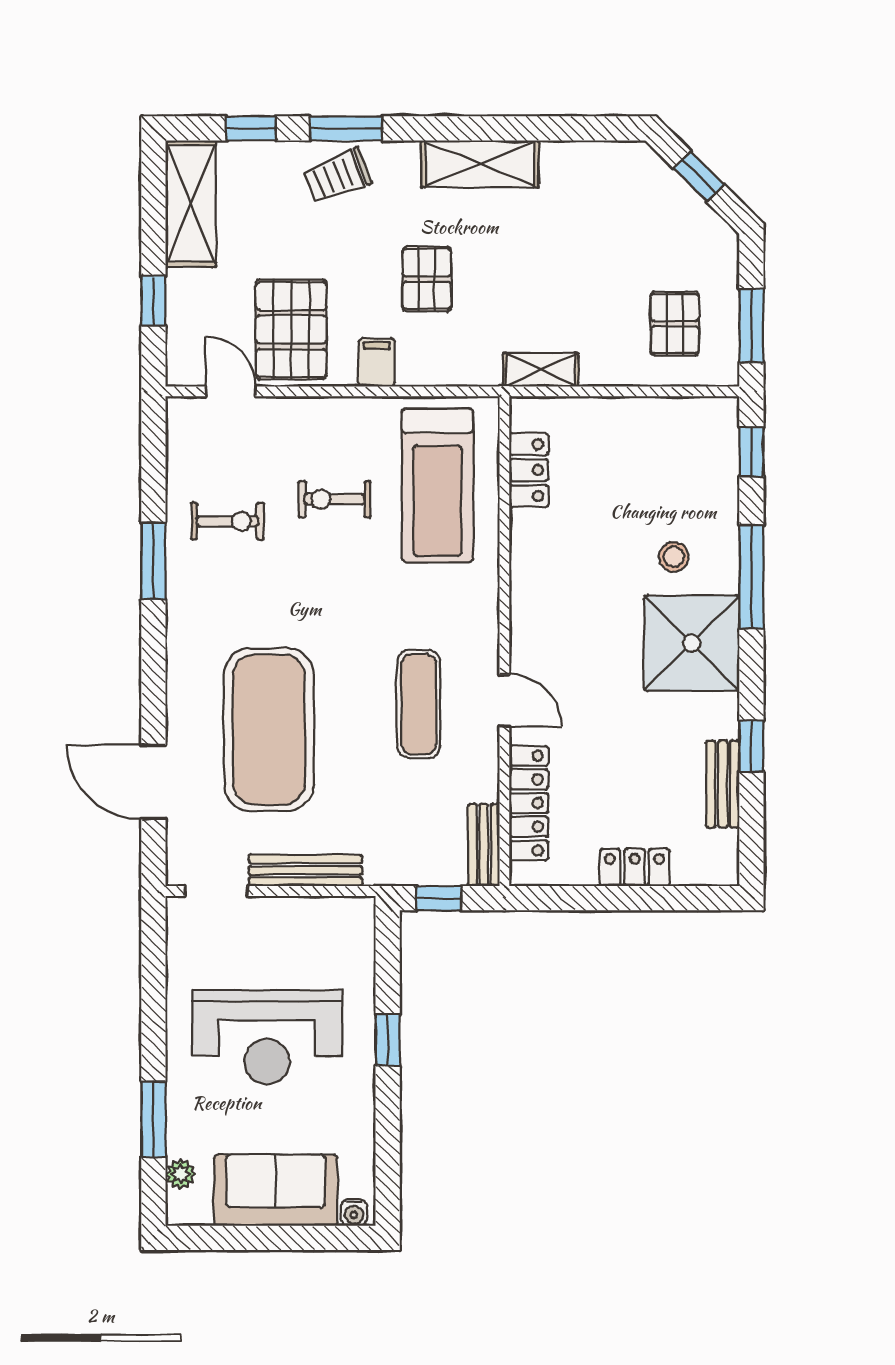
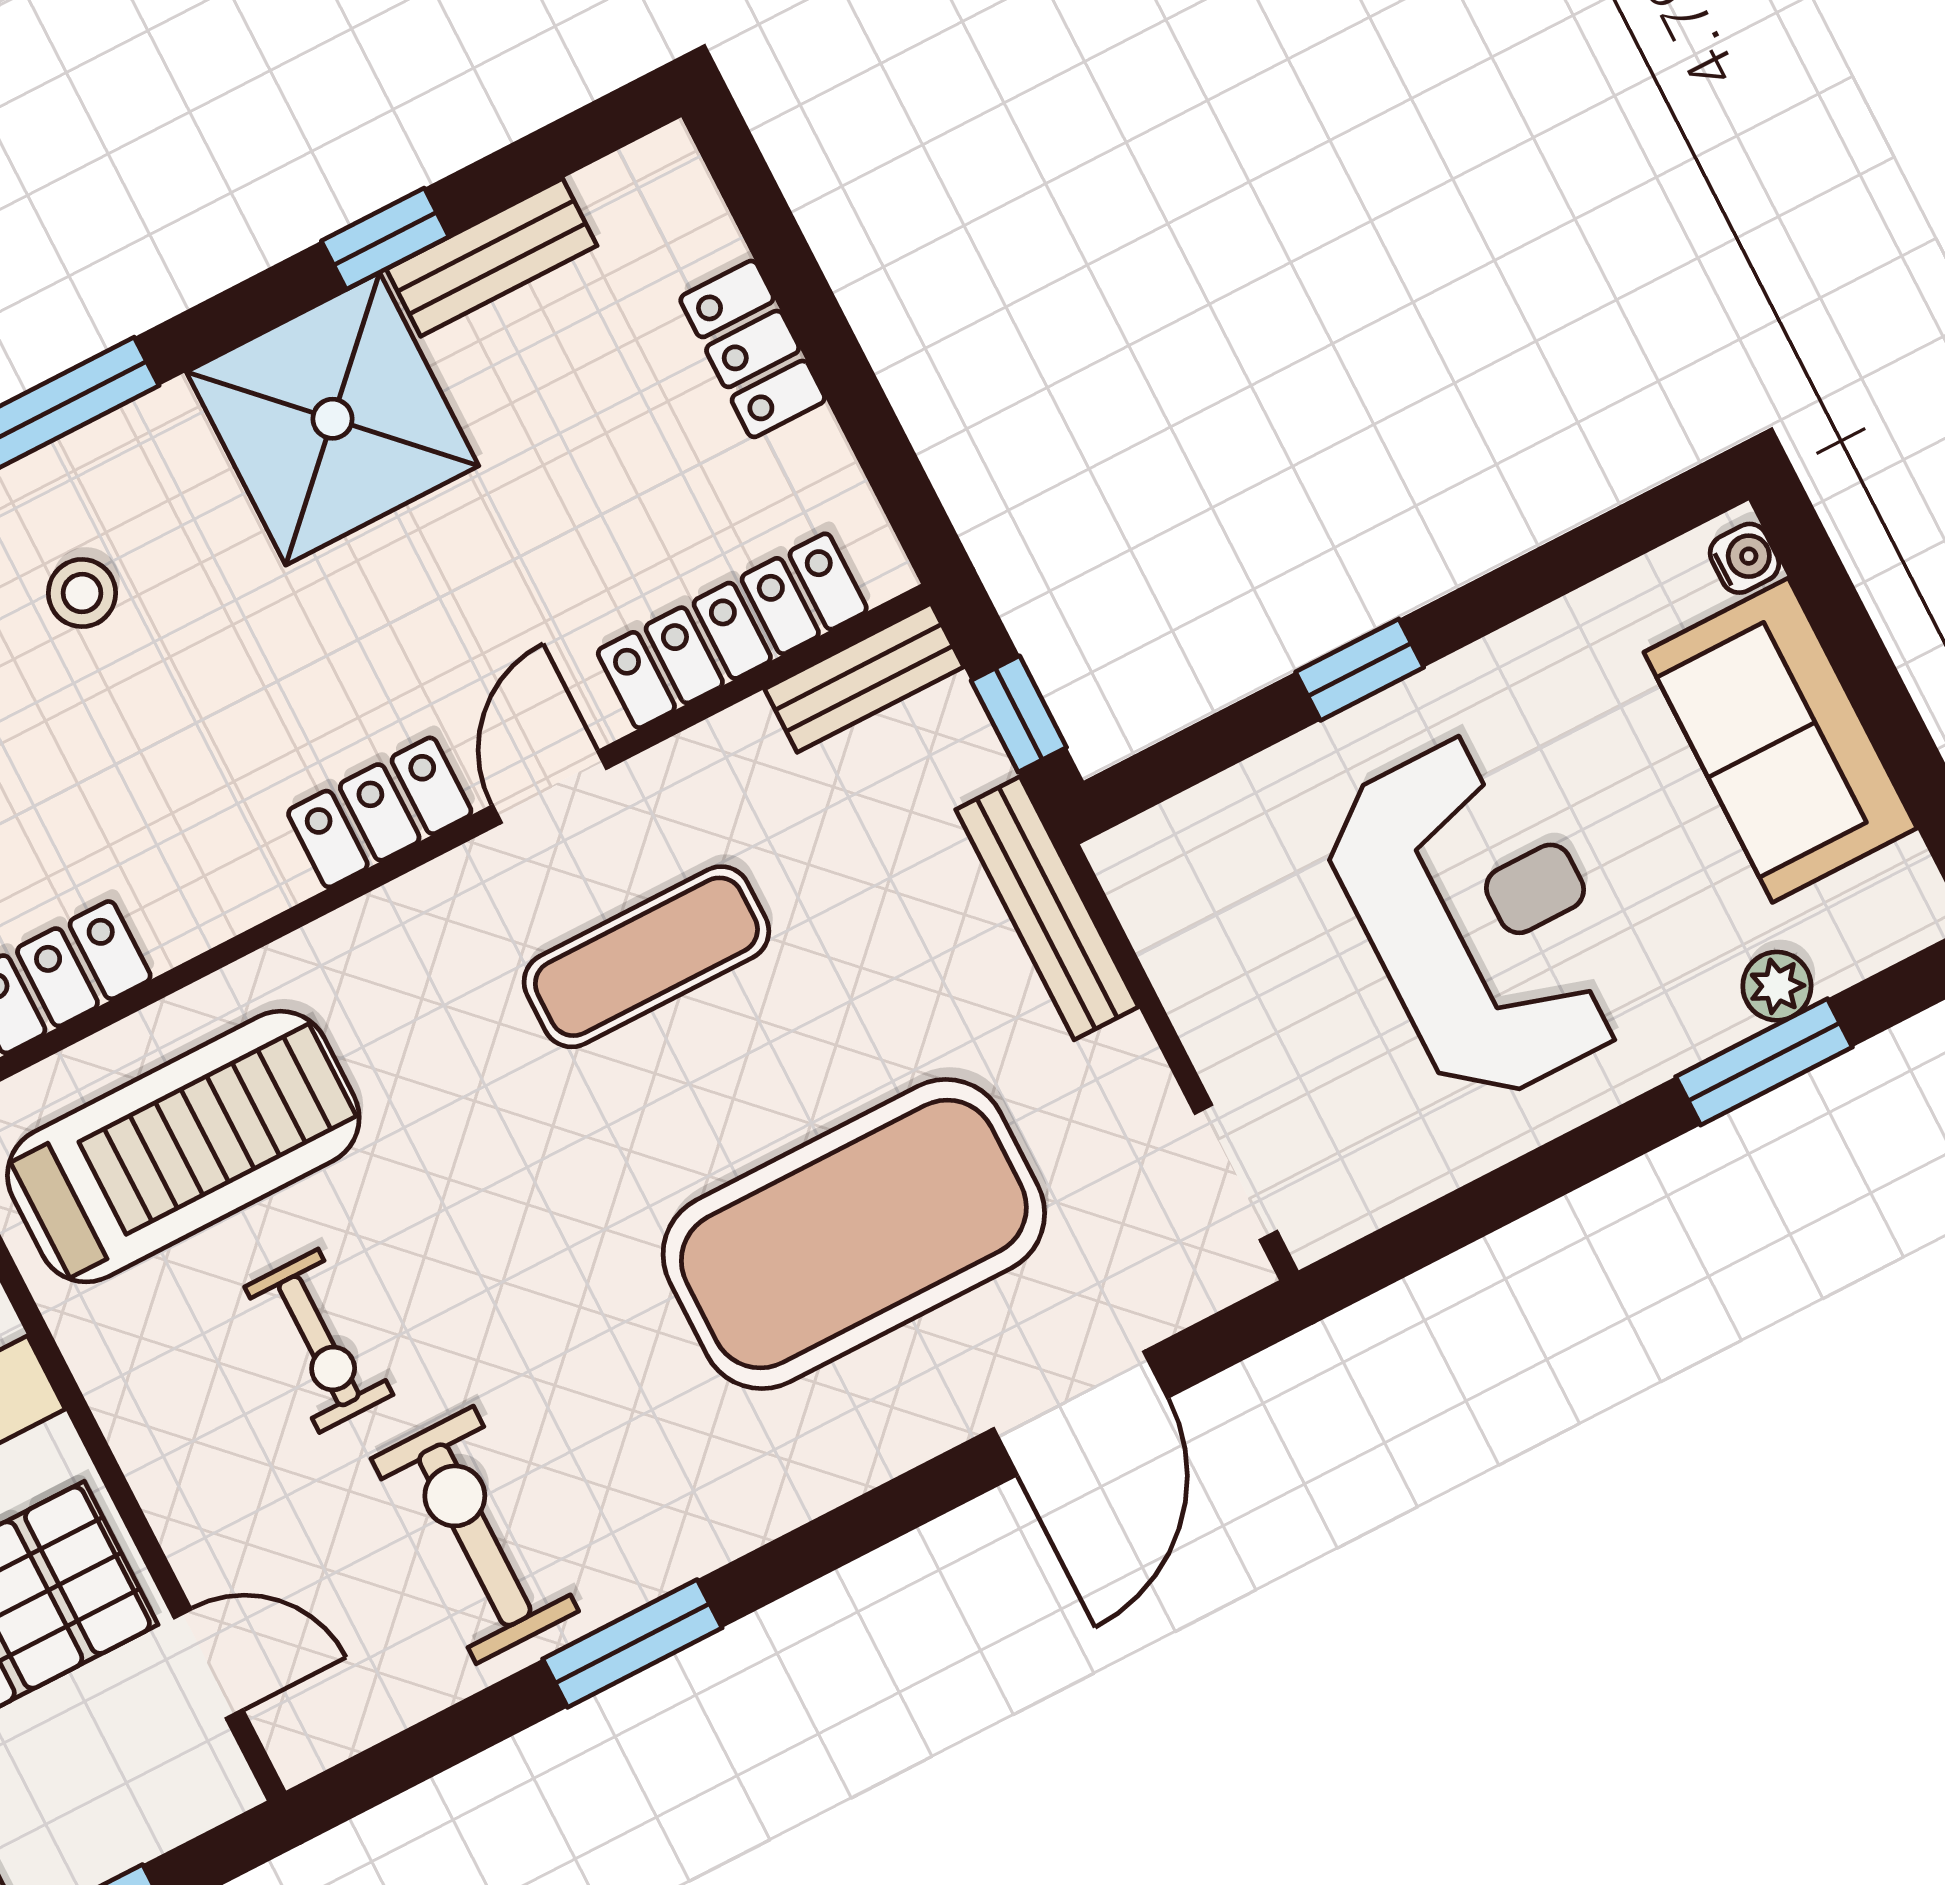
door: (231, 391) -> (209, 1664), swing flipped
exercise bike: (227, 521) -> (475, 1535), width x1.38, depth x1.39
locker: (529, 629) -> (380, 812), added
shower: (692, 643) -> (333, 419), moved
bench: (305, 870) -> (1047, 908), moved
plant: (180, 1174) -> (1777, 986), moved

